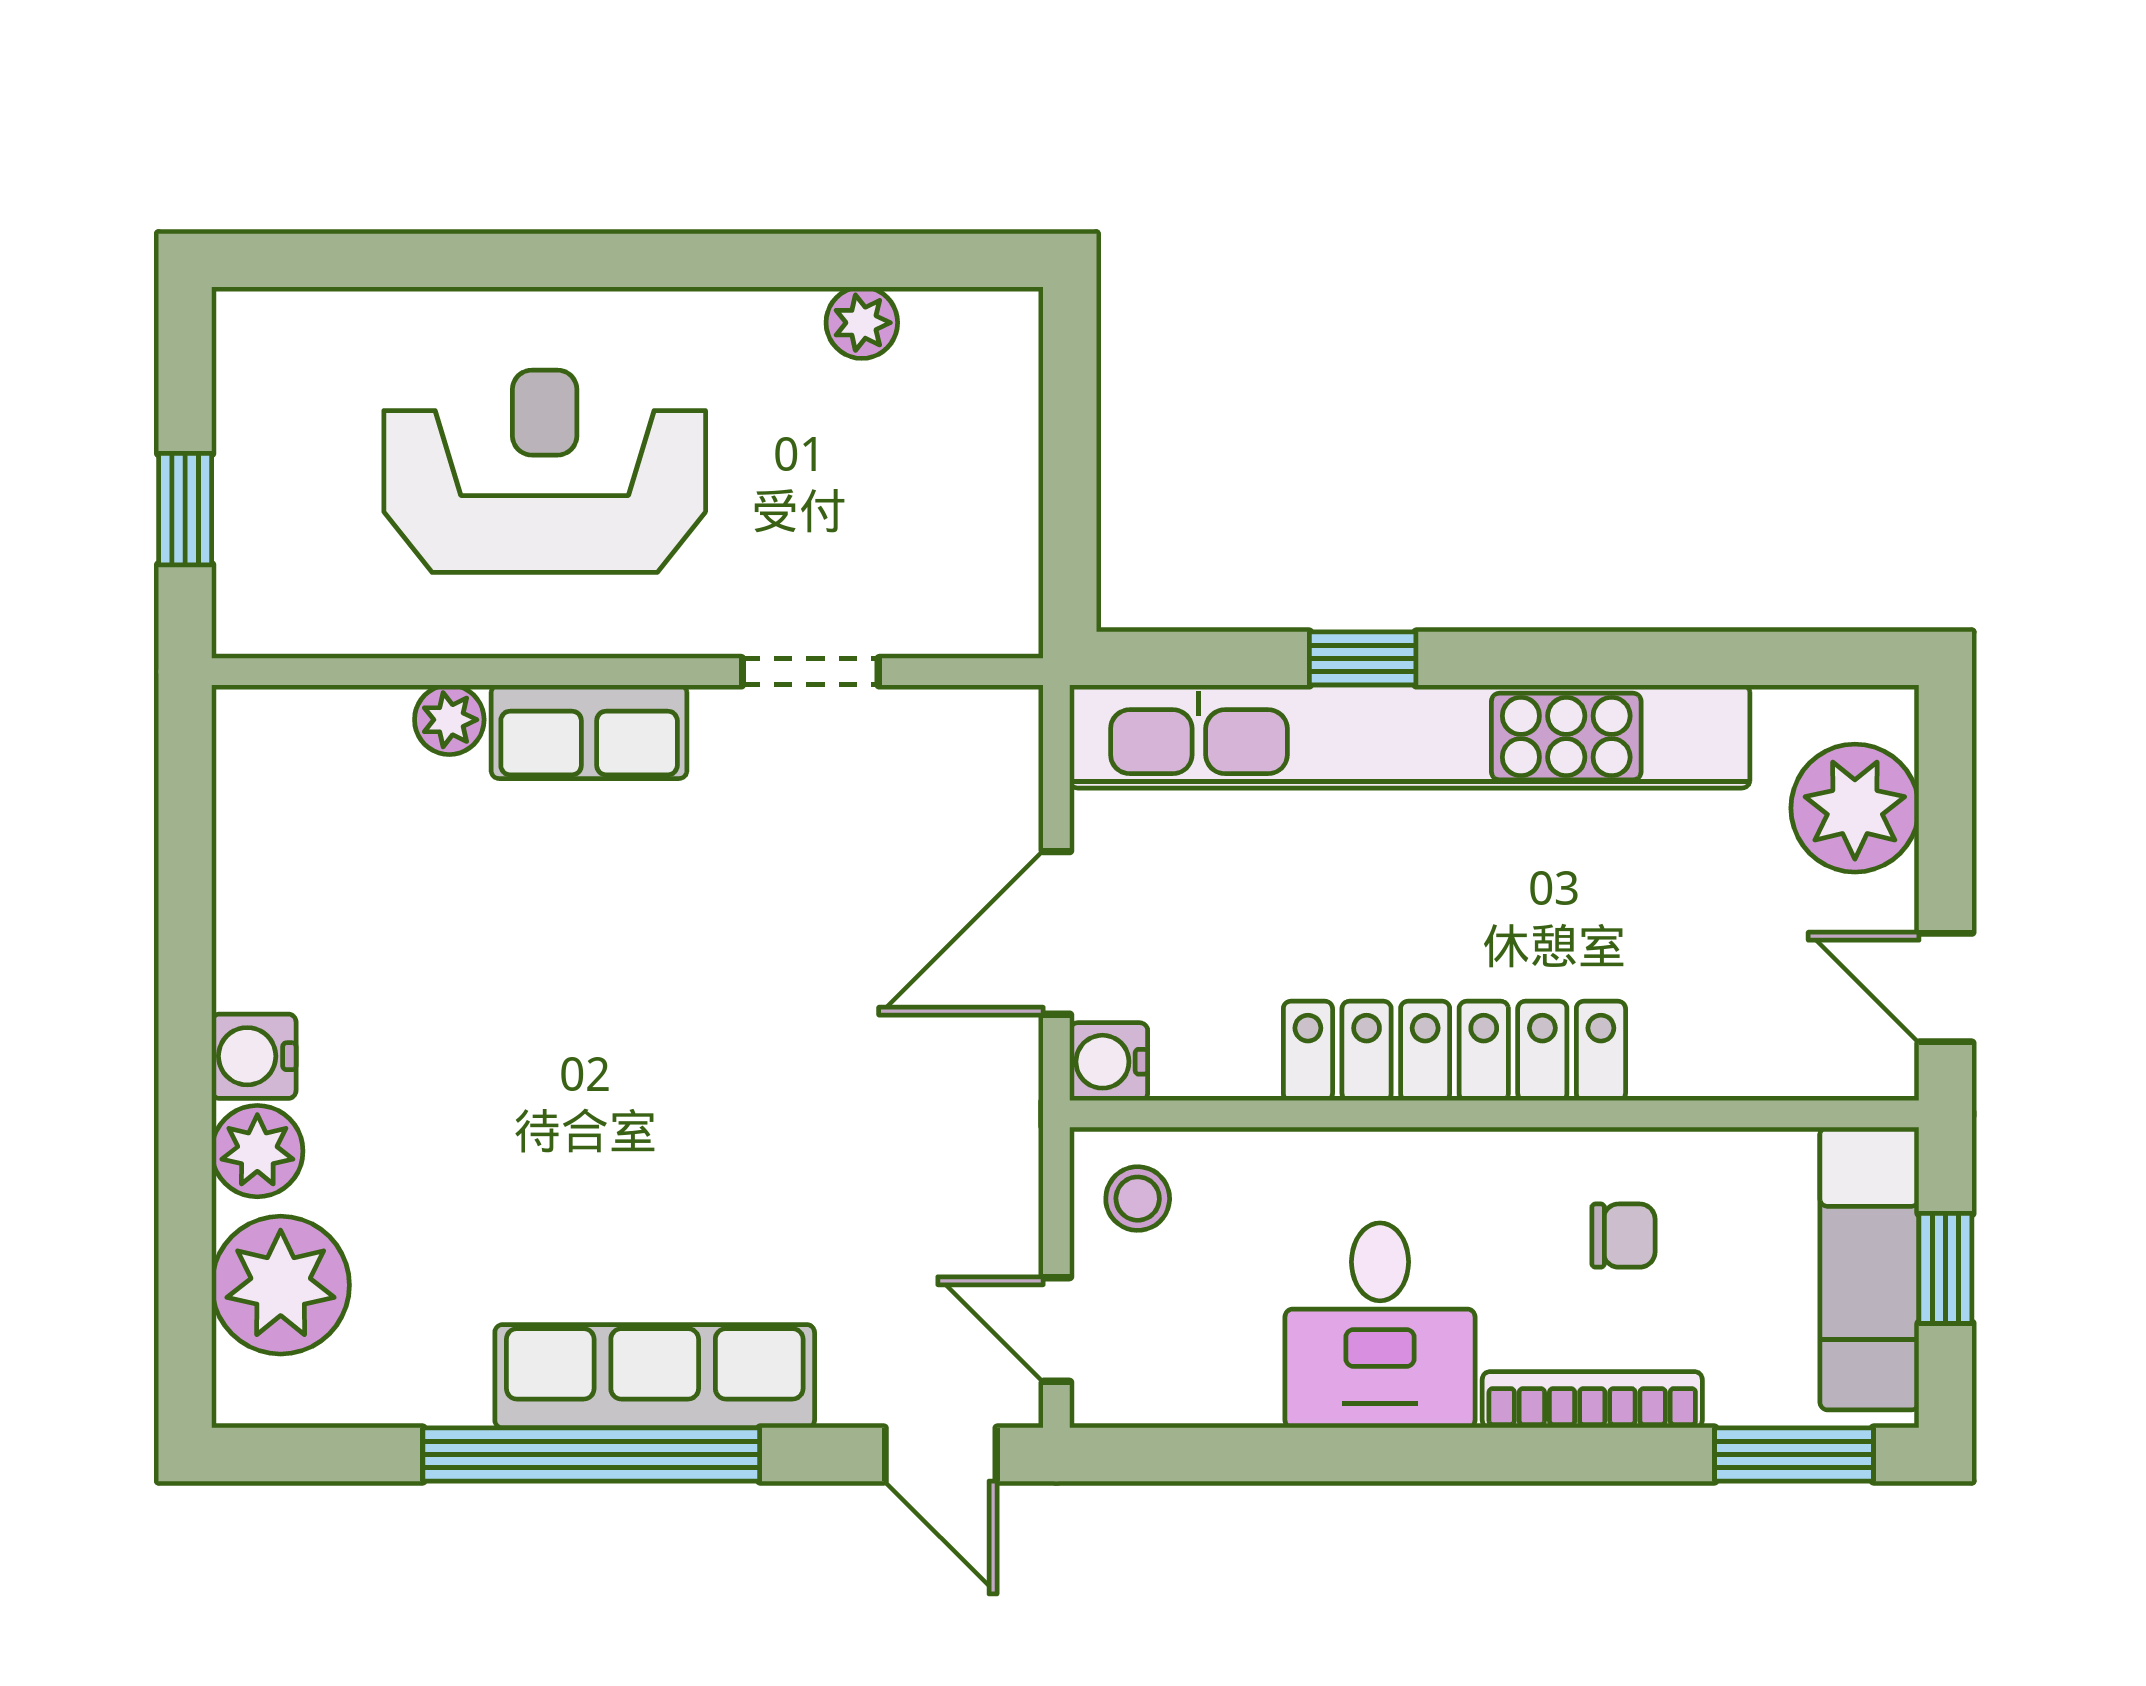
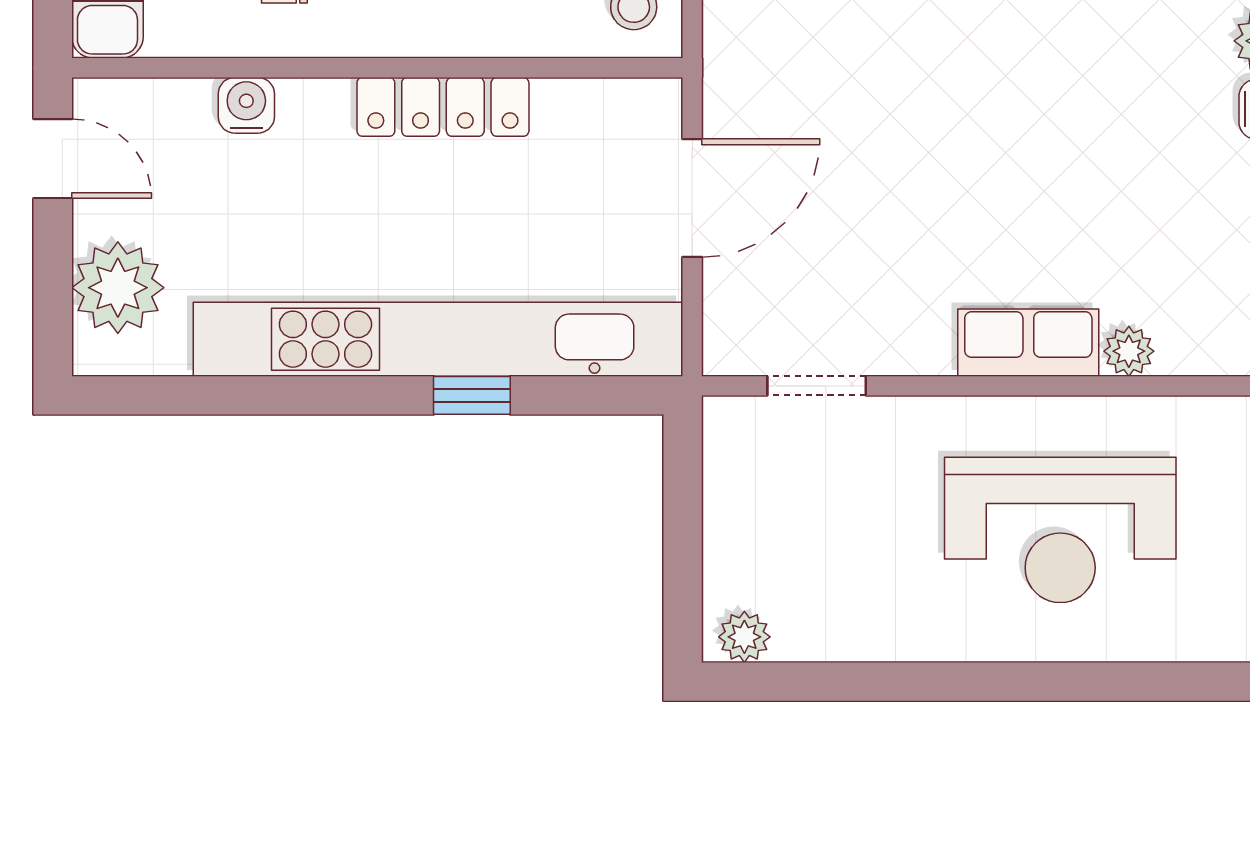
plant: (862, 323) -> (744, 637), moved
doorway: (810, 672) -> (817, 386), moved
locker: (1454, 1051) -> (443, 107), width x0.71, depth x0.83
water cooler: (1109, 1062) -> (246, 105), moved, turned -90

